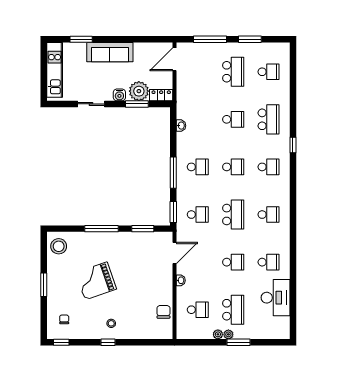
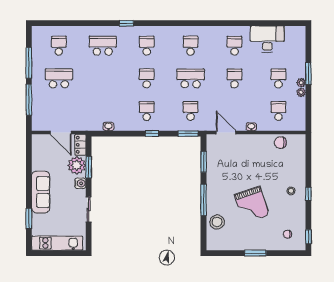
window: (250, 39) -> (29, 63), width x1.44
door: (174, 59) -> (61, 132), moved
school desk: (233, 119) -> (103, 78), removed
window: (173, 173) -> (152, 134), width x0.46
stool: (59, 246) -> (217, 222), moved
school desk: (233, 310) -> (278, 78), width x0.54

